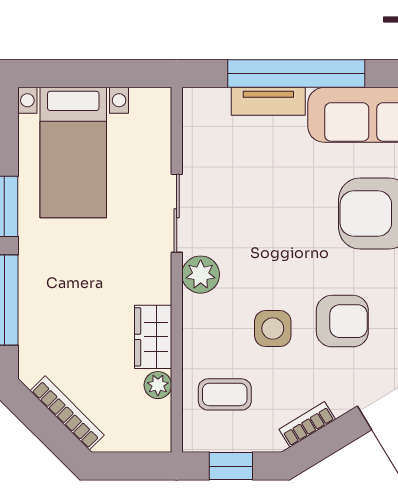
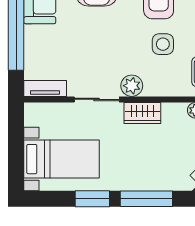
tv unit: (268, 101) -> (45, 88), moved, turned -90
wardrobe: (153, 337) -> (142, 113), moved

